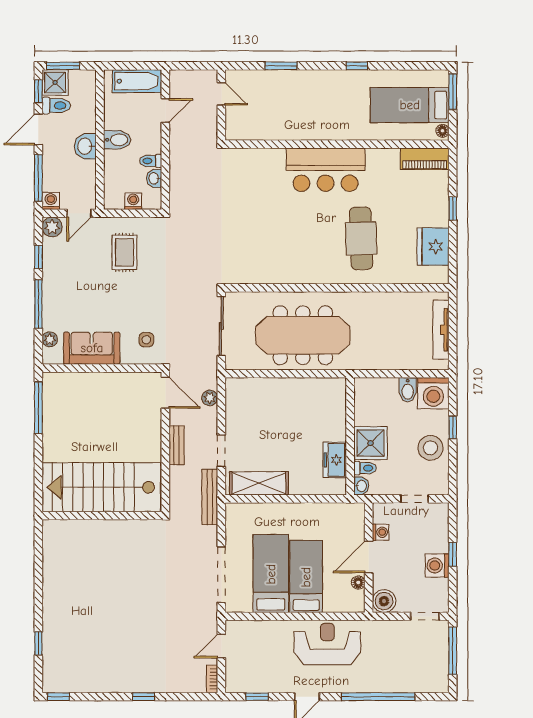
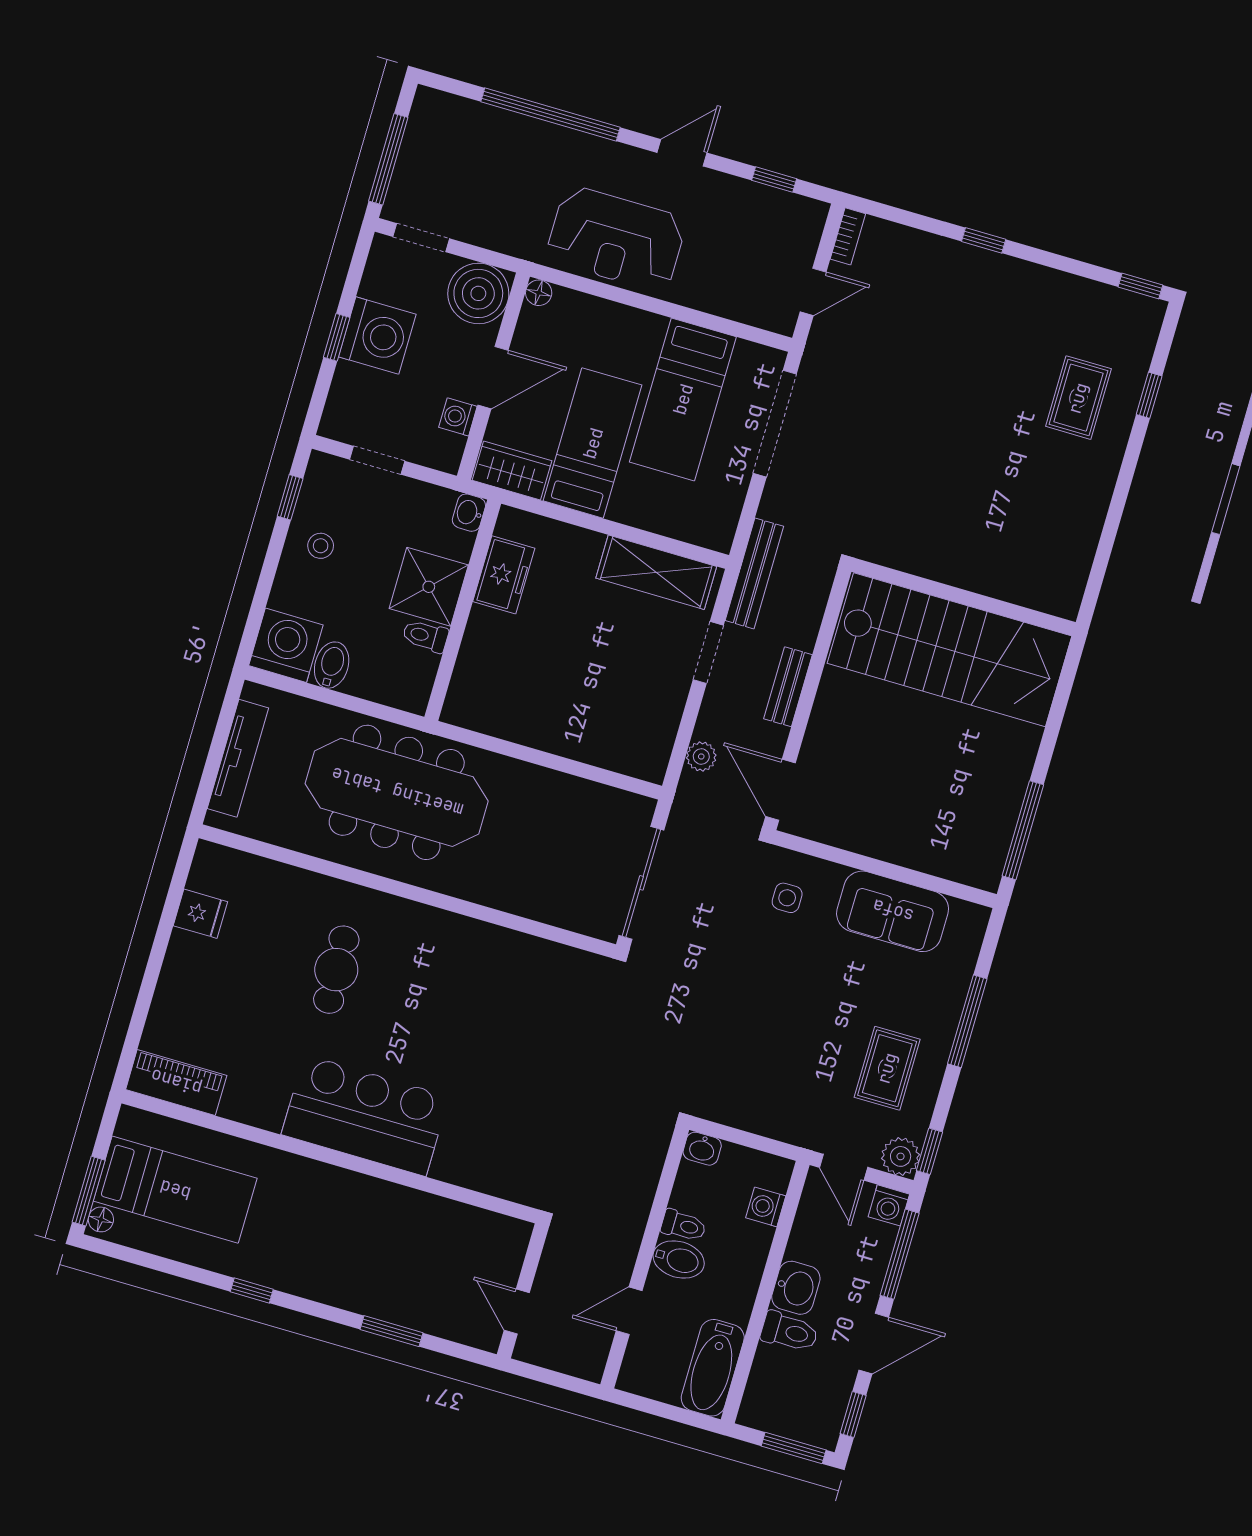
bathtub: (137, 81) -> (713, 1368), moved, turned -90
shower: (55, 82) -> (818, 1422), removed
toilet: (56, 105) -> (789, 1332), moved, turned 180
floor lamp: (442, 131) -> (101, 1219), moved
bidet: (117, 140) -> (679, 1260), moved, turned 180
washbasin: (154, 178) -> (702, 1149), moved, turned 90
washing machine: (133, 201) -> (766, 1207), moved, turned 90
window: (453, 209) -> (151, 976), removed
door: (79, 213) -> (844, 1167), swing flipped
cafe table: (361, 238) -> (336, 970), width x0.73, depth x0.74
fridge: (433, 247) -> (200, 914), width x0.53, depth x0.75
rug: (124, 252) -> (887, 1068), moved
window: (38, 257) -> (930, 1151), moved
meeting table: (303, 335) -> (397, 792), moved
plant: (50, 339) -> (965, 950), removed
window: (453, 427) -> (290, 497), moved
stool: (430, 448) -> (321, 546), width x0.53, depth x0.53
toilet: (365, 468) -> (425, 636), moved
wardrobe: (346, 513) -> (512, 471), added
washing machine: (437, 565) -> (377, 336), width x1.37, depth x1.37
bed: (306, 577) -> (593, 443), moved, turned 180
floor lamp: (358, 583) -> (539, 293), moved
boiler: (384, 601) -> (478, 293), width x1.37, depth x1.37
rug: (73, 632) -> (1078, 398), added

